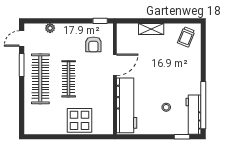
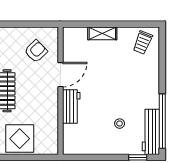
window: (100, 21) -> (44, 24), removed
armchair: (93, 44) -> (36, 51), turned -134
workbench: (127, 105) -> (71, 107), width x0.53, depth x0.76

